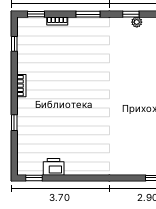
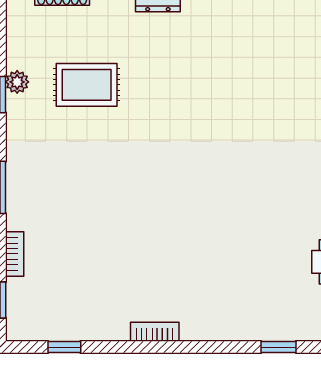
rug: (135, 54) -> (87, 85), added
window: (14, 123) -> (278, 347), moved

